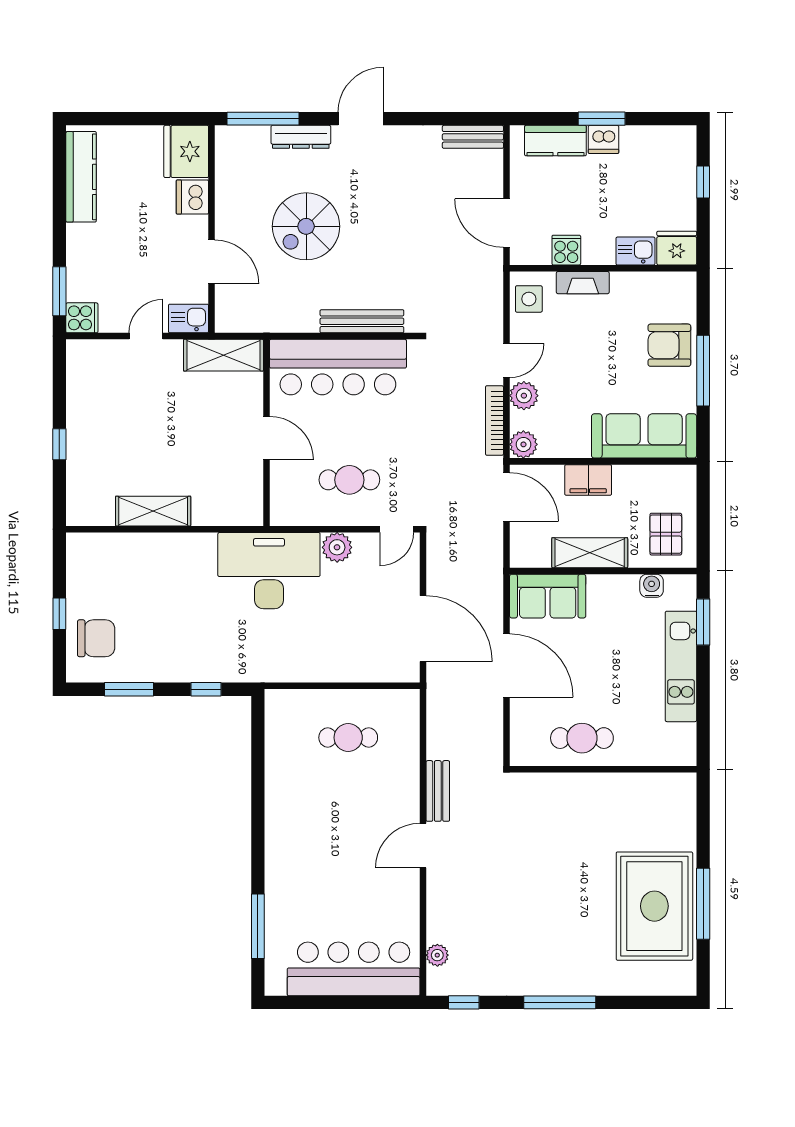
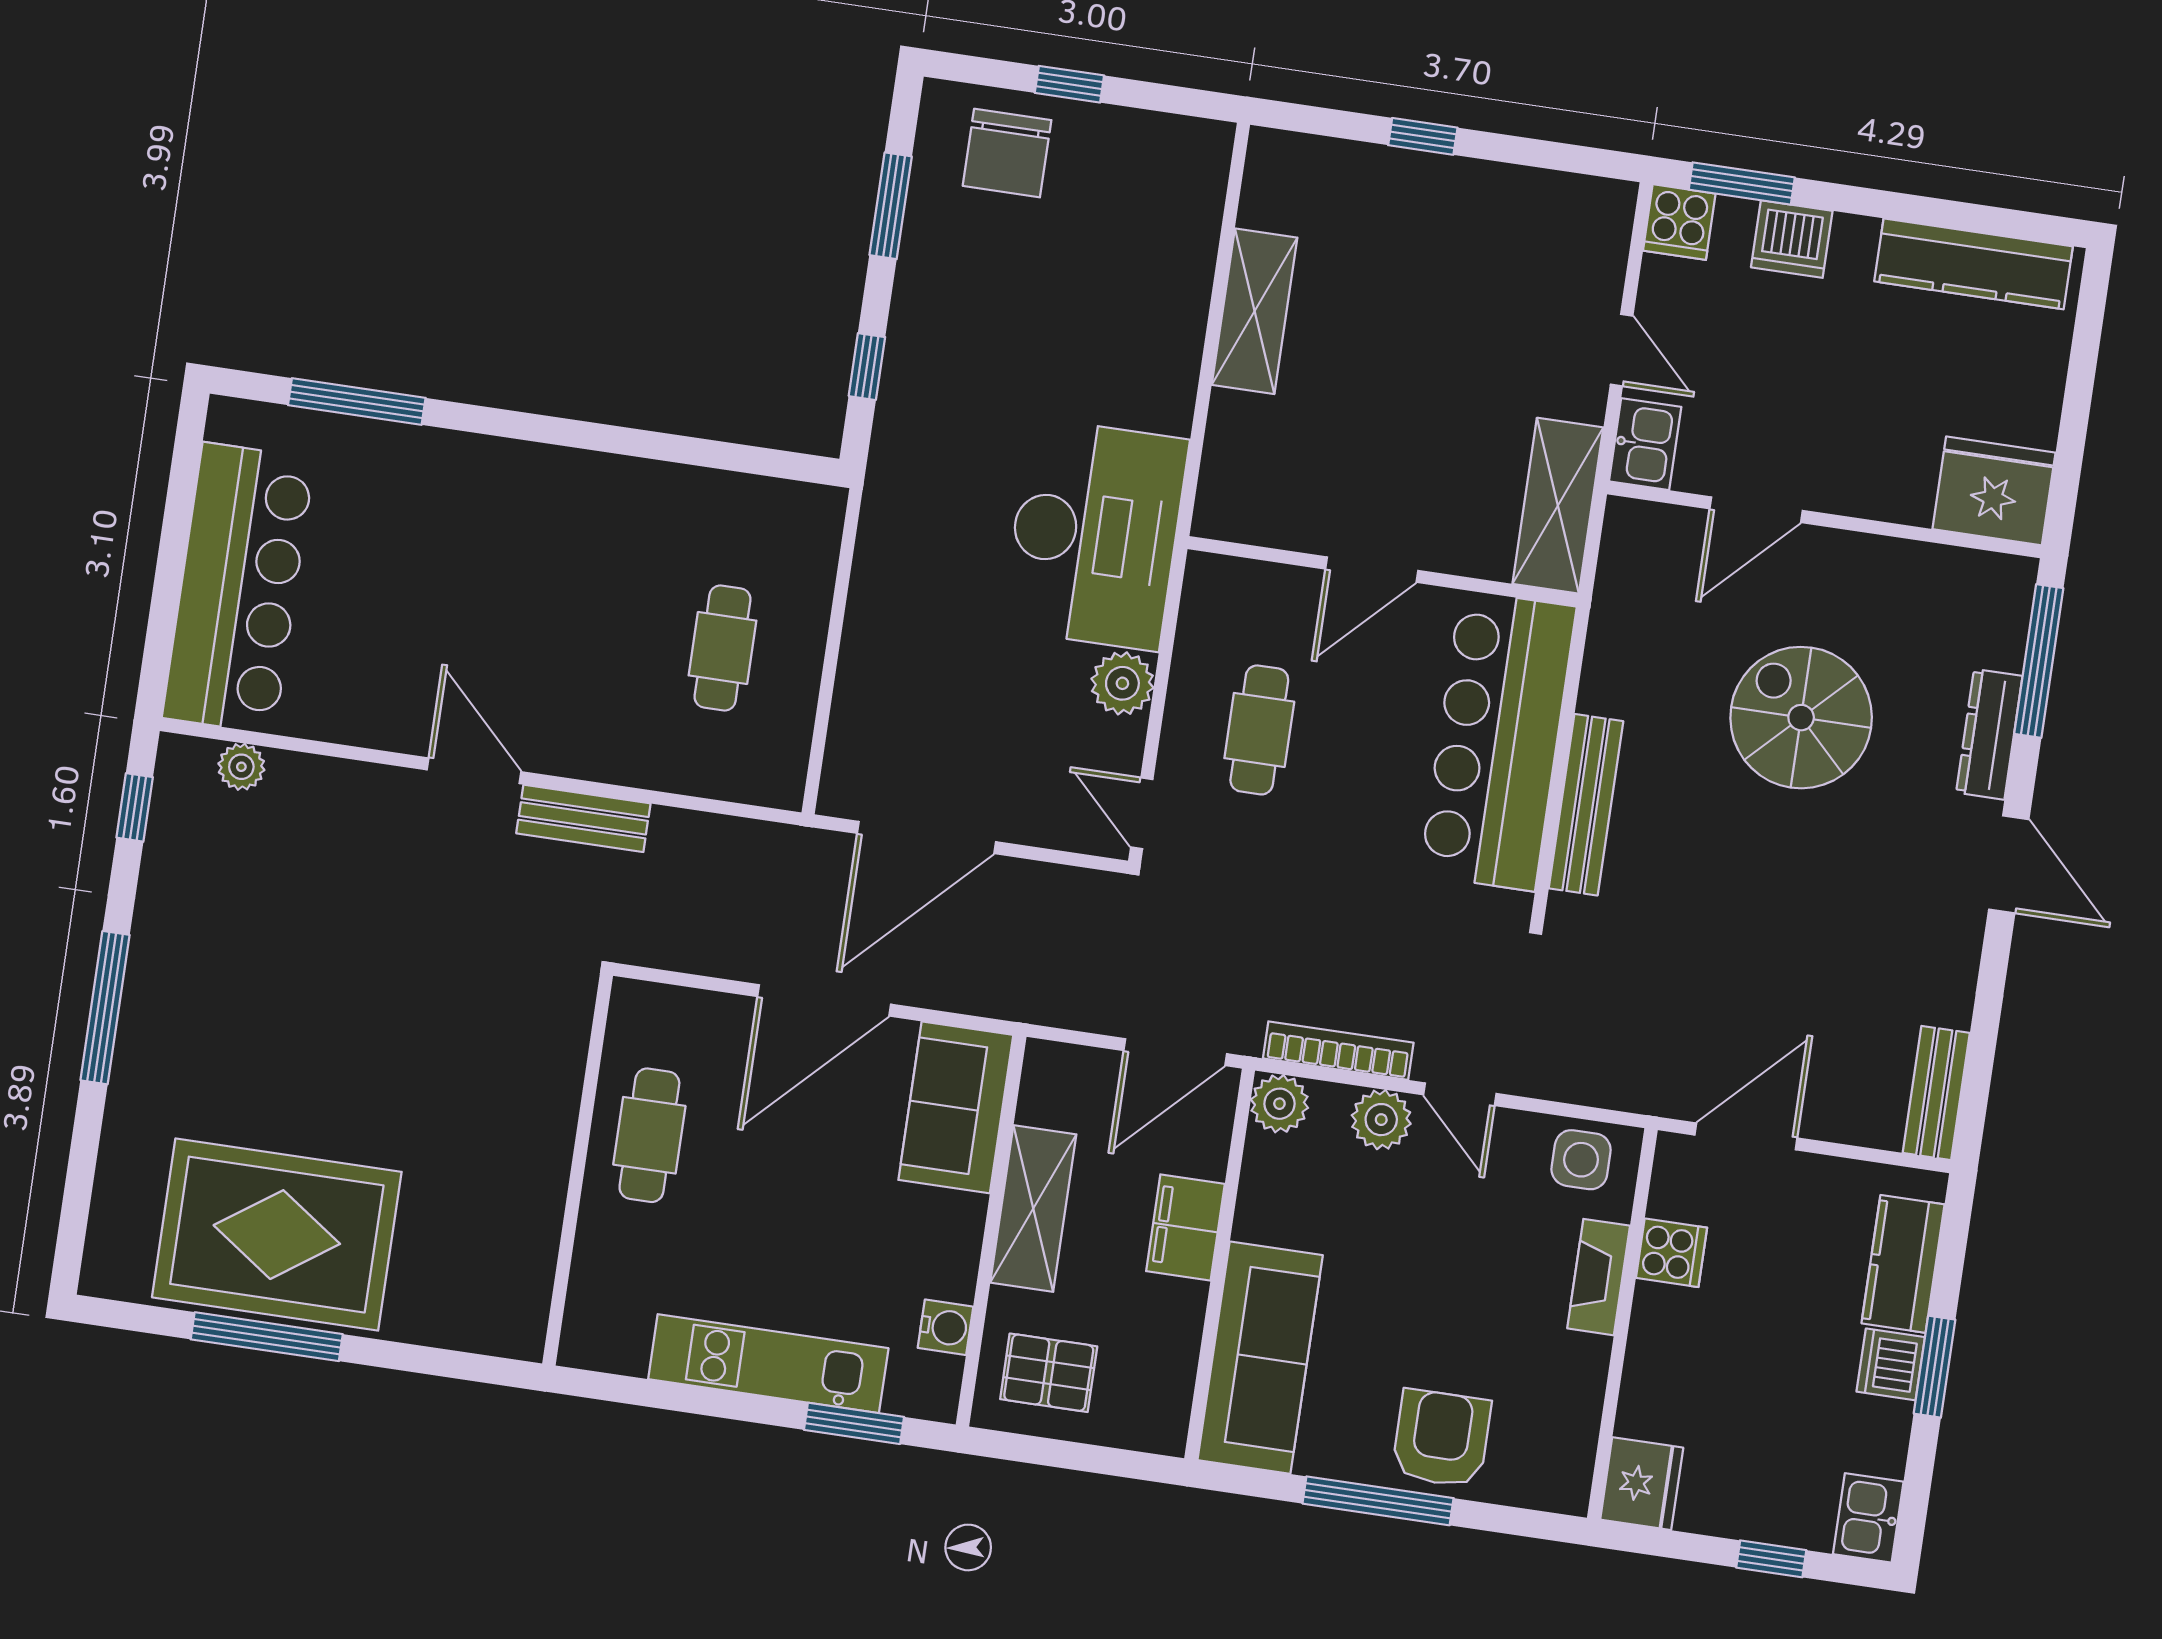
dishwasher: (192, 197) -> (1792, 239), moved, turned 180
kitchen sink: (635, 251) -> (1868, 1518), moved, turned 180

